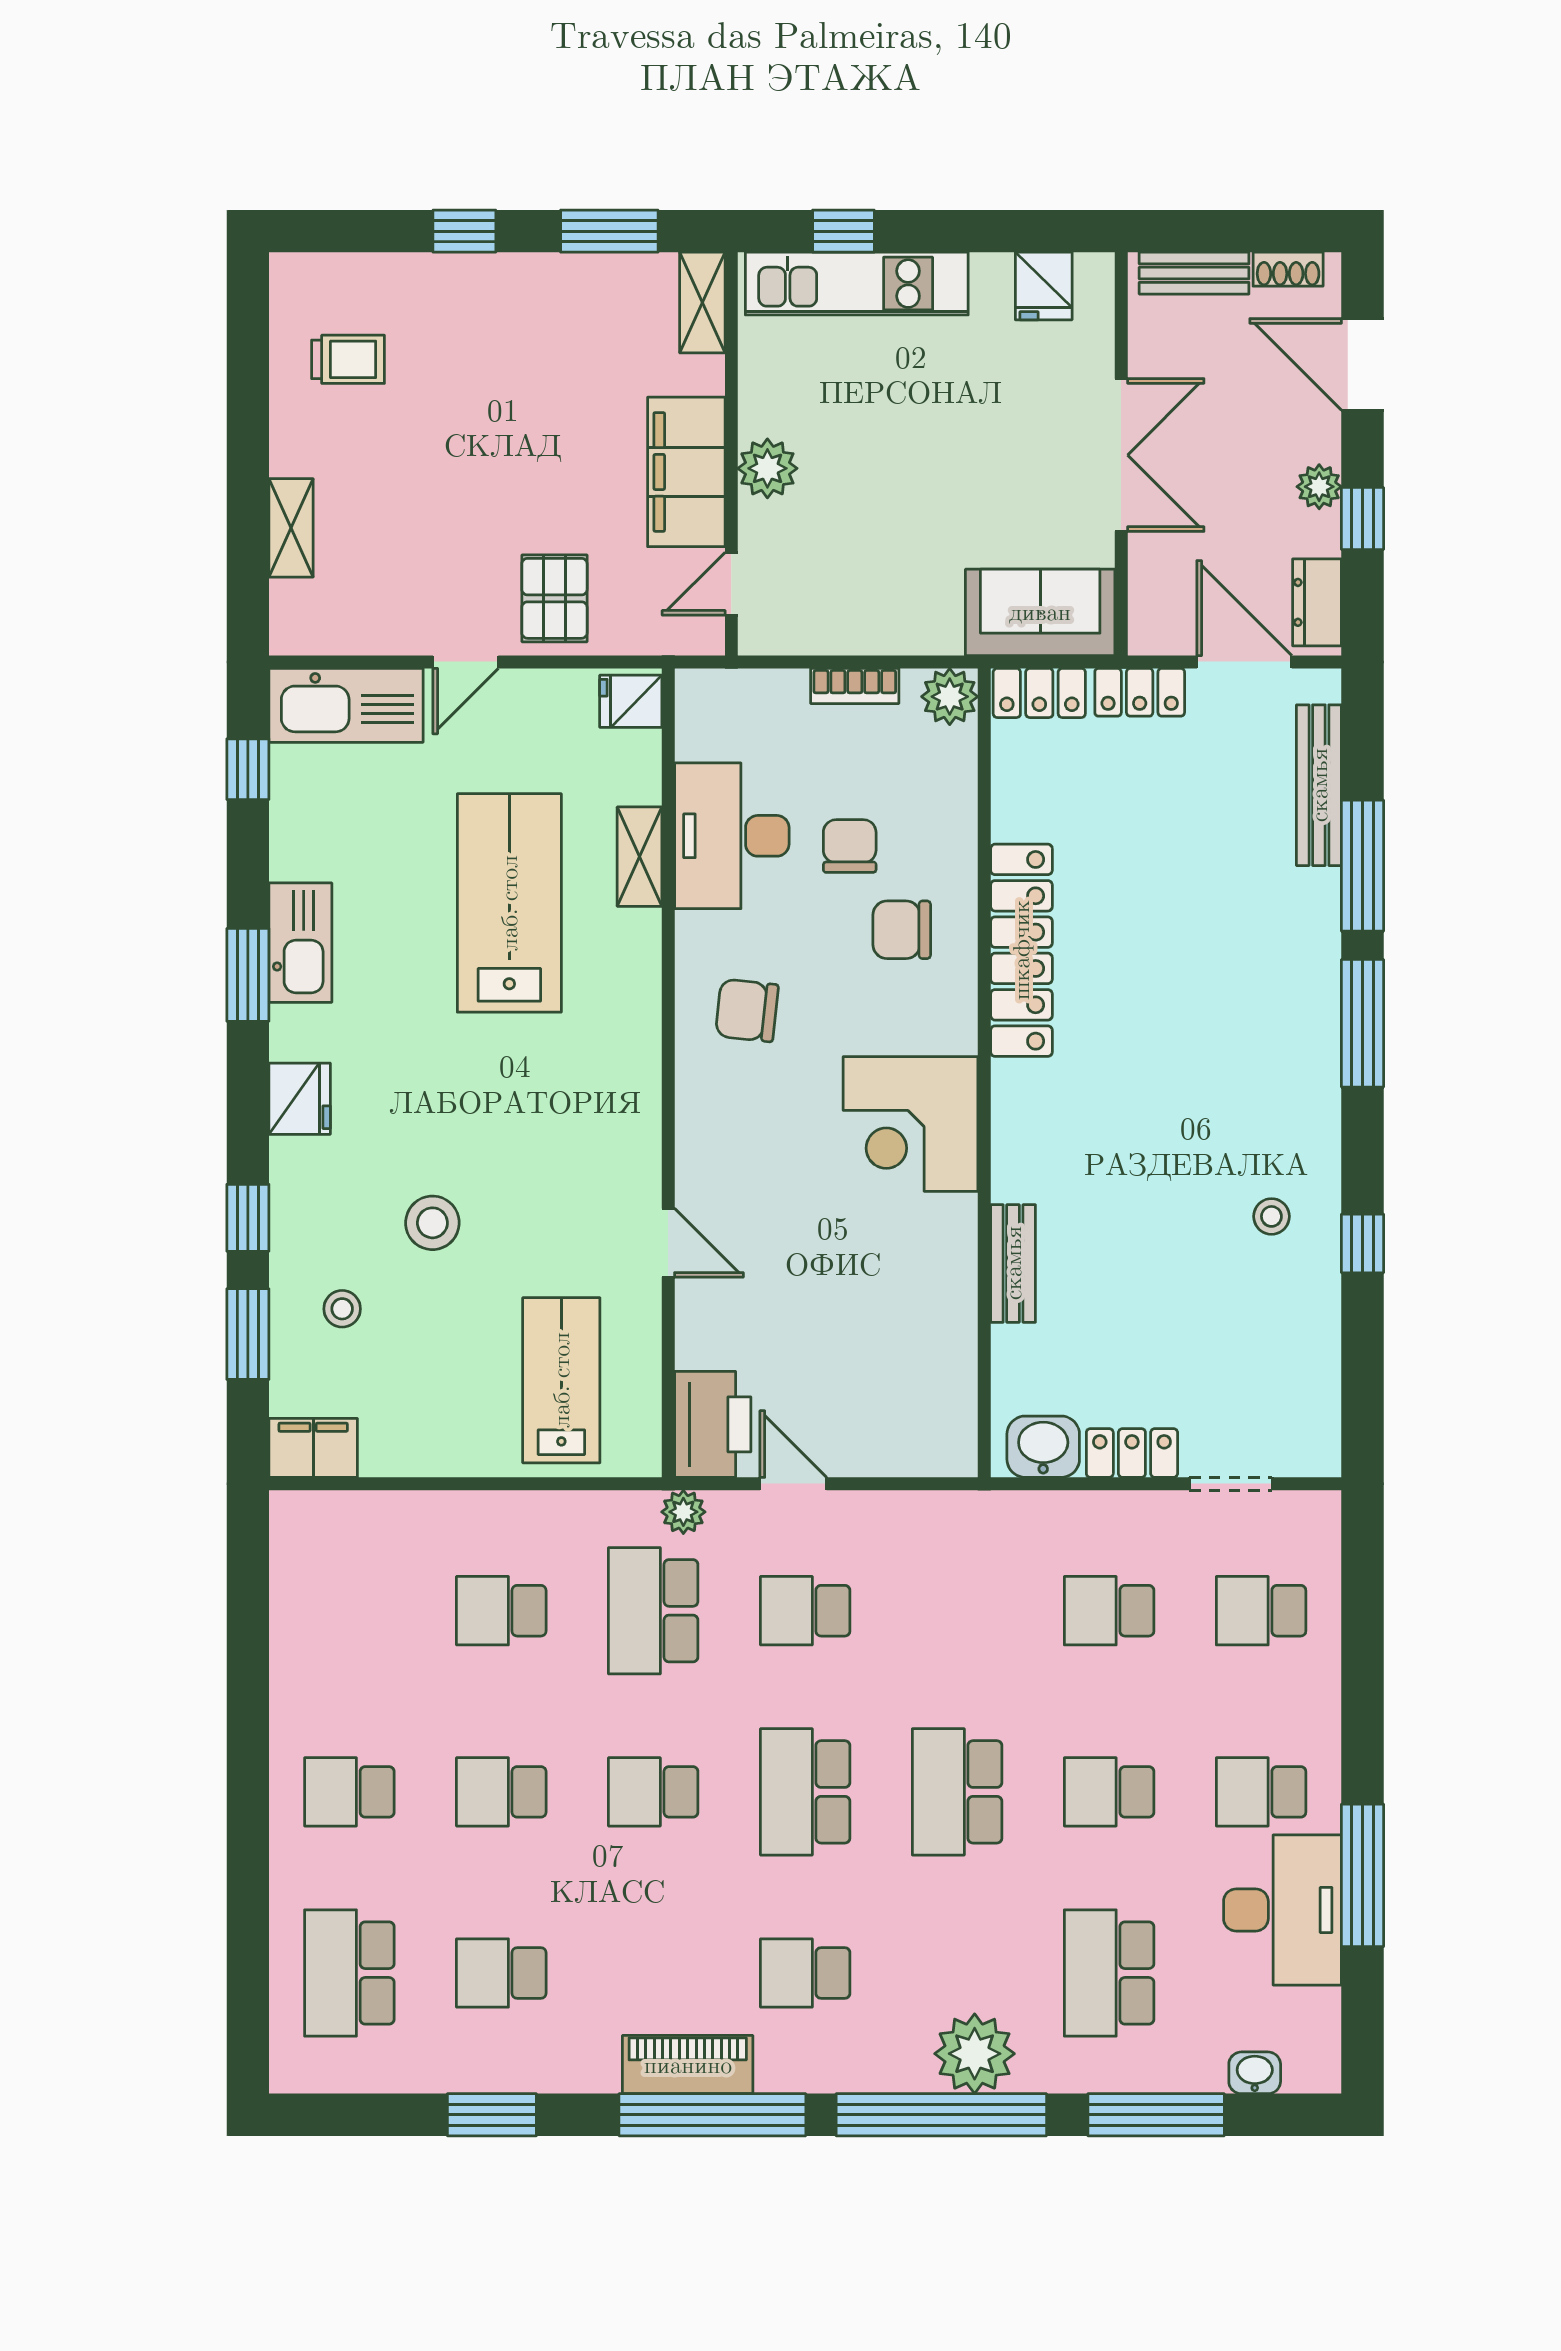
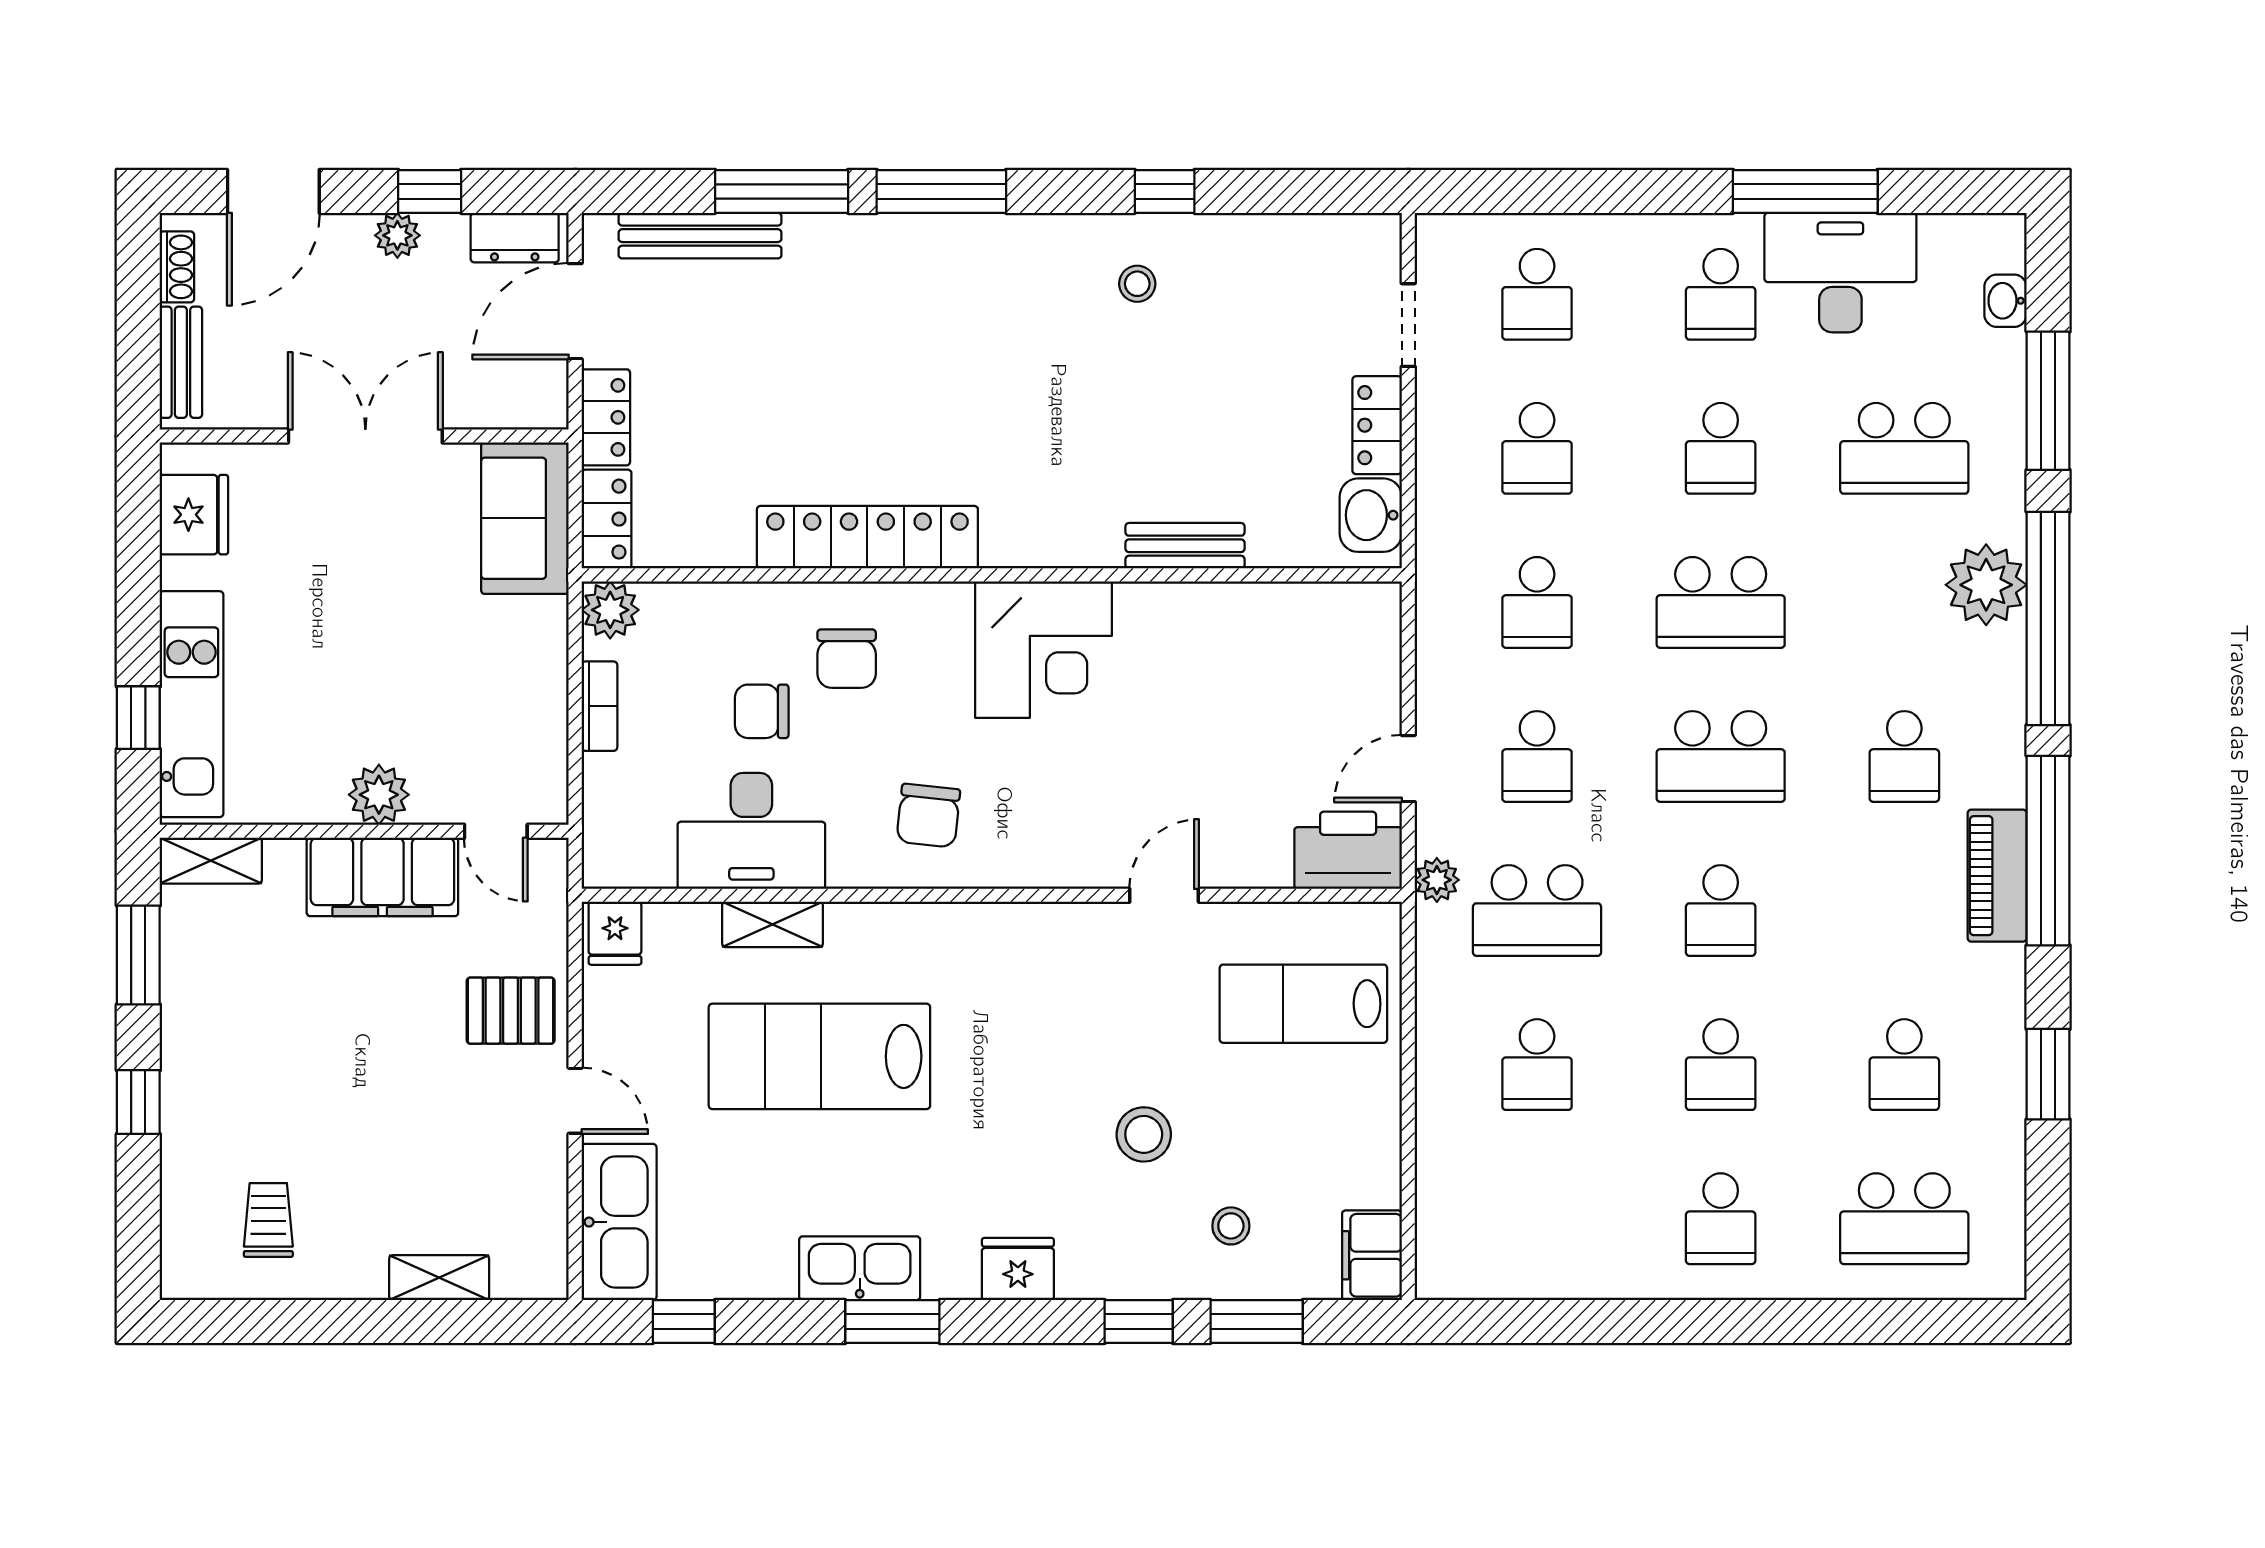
fridge: (1044, 286) -> (194, 515), width x1.38
school desk: (957, 1611) -> (1537, 602), added

